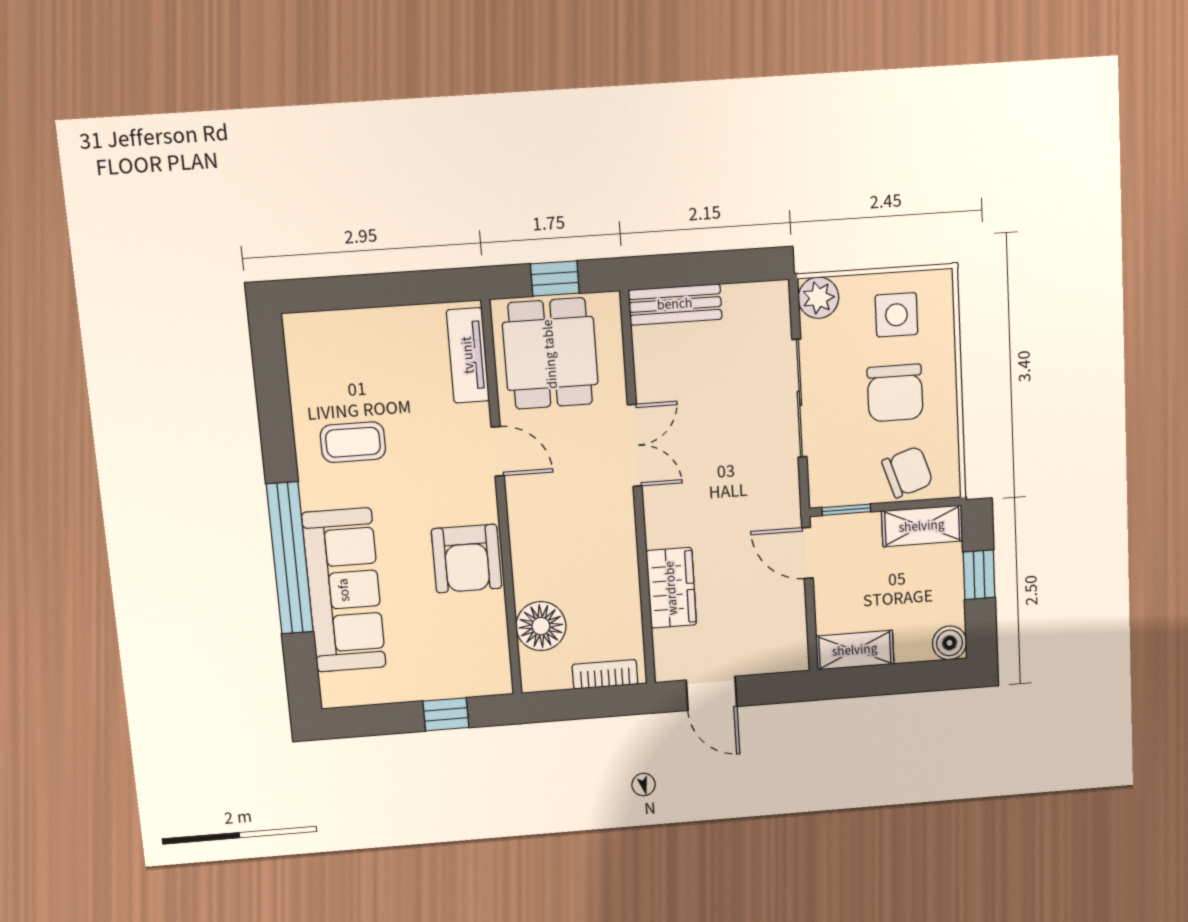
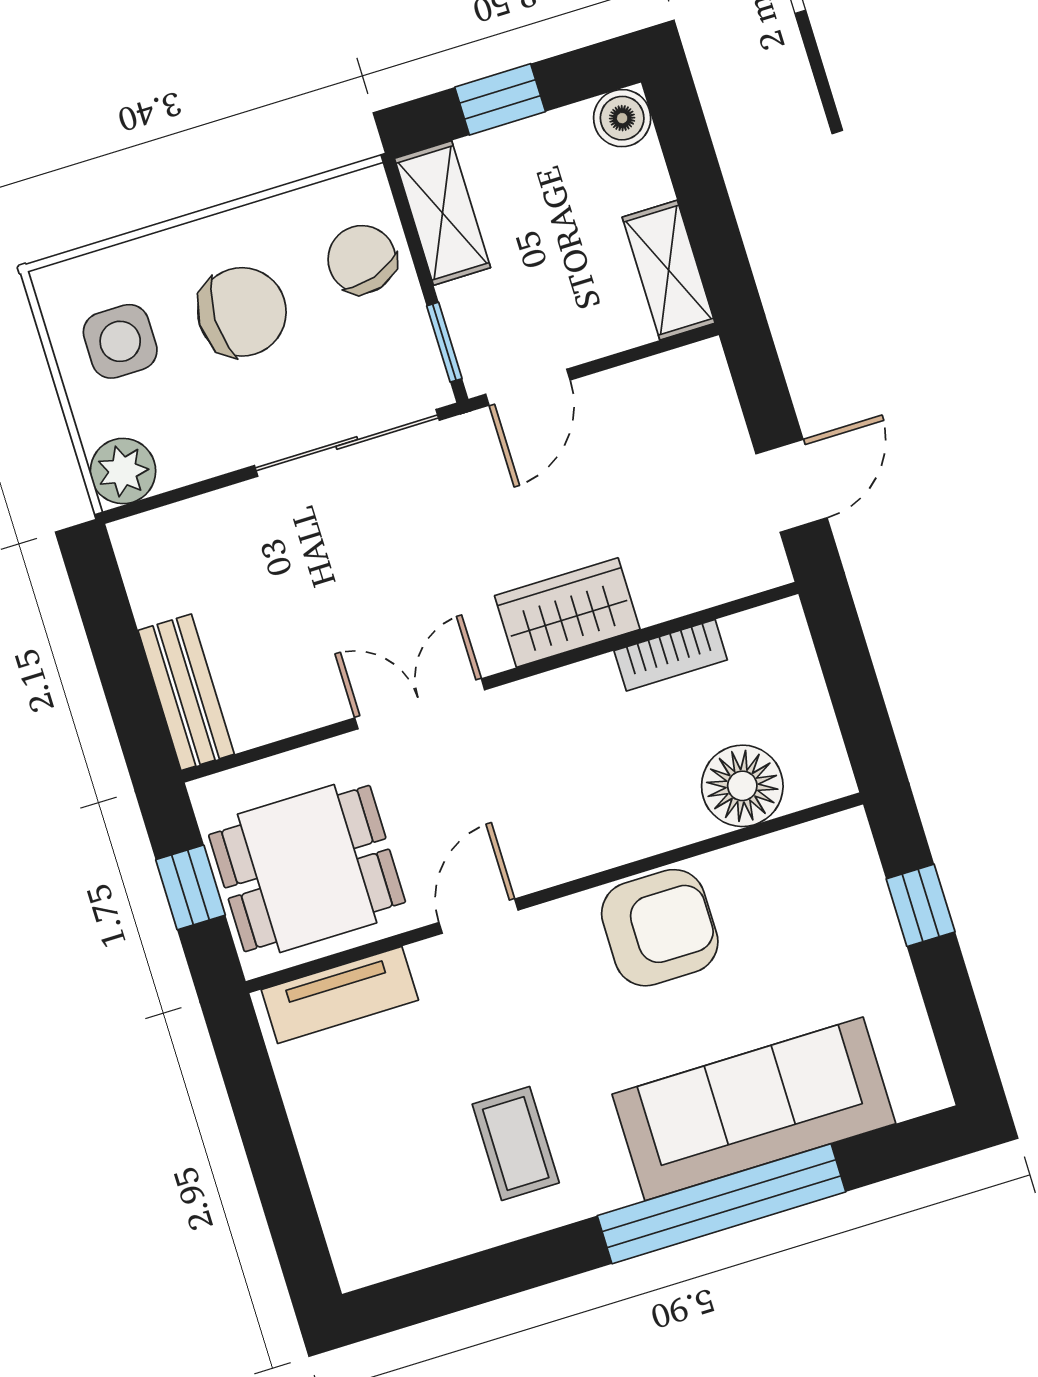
sliding door: (799, 398) -> (347, 443), moved
wardrobe: (671, 588) -> (567, 613), moved
bookcase: (605, 674) -> (671, 655), moved, turned -90

